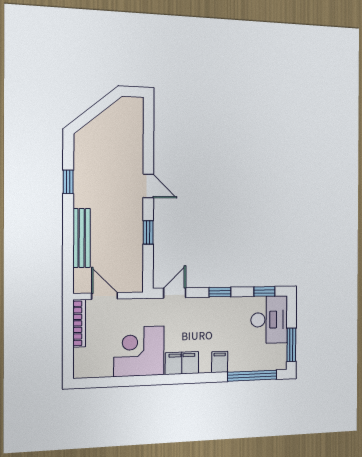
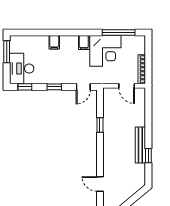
door: (148, 186) -> (100, 184), moved
bench: (82, 238) -> (140, 145), moved
filing cabinet: (182, 363) -> (84, 42), width x0.50
window: (252, 376) -> (119, 33), moved

